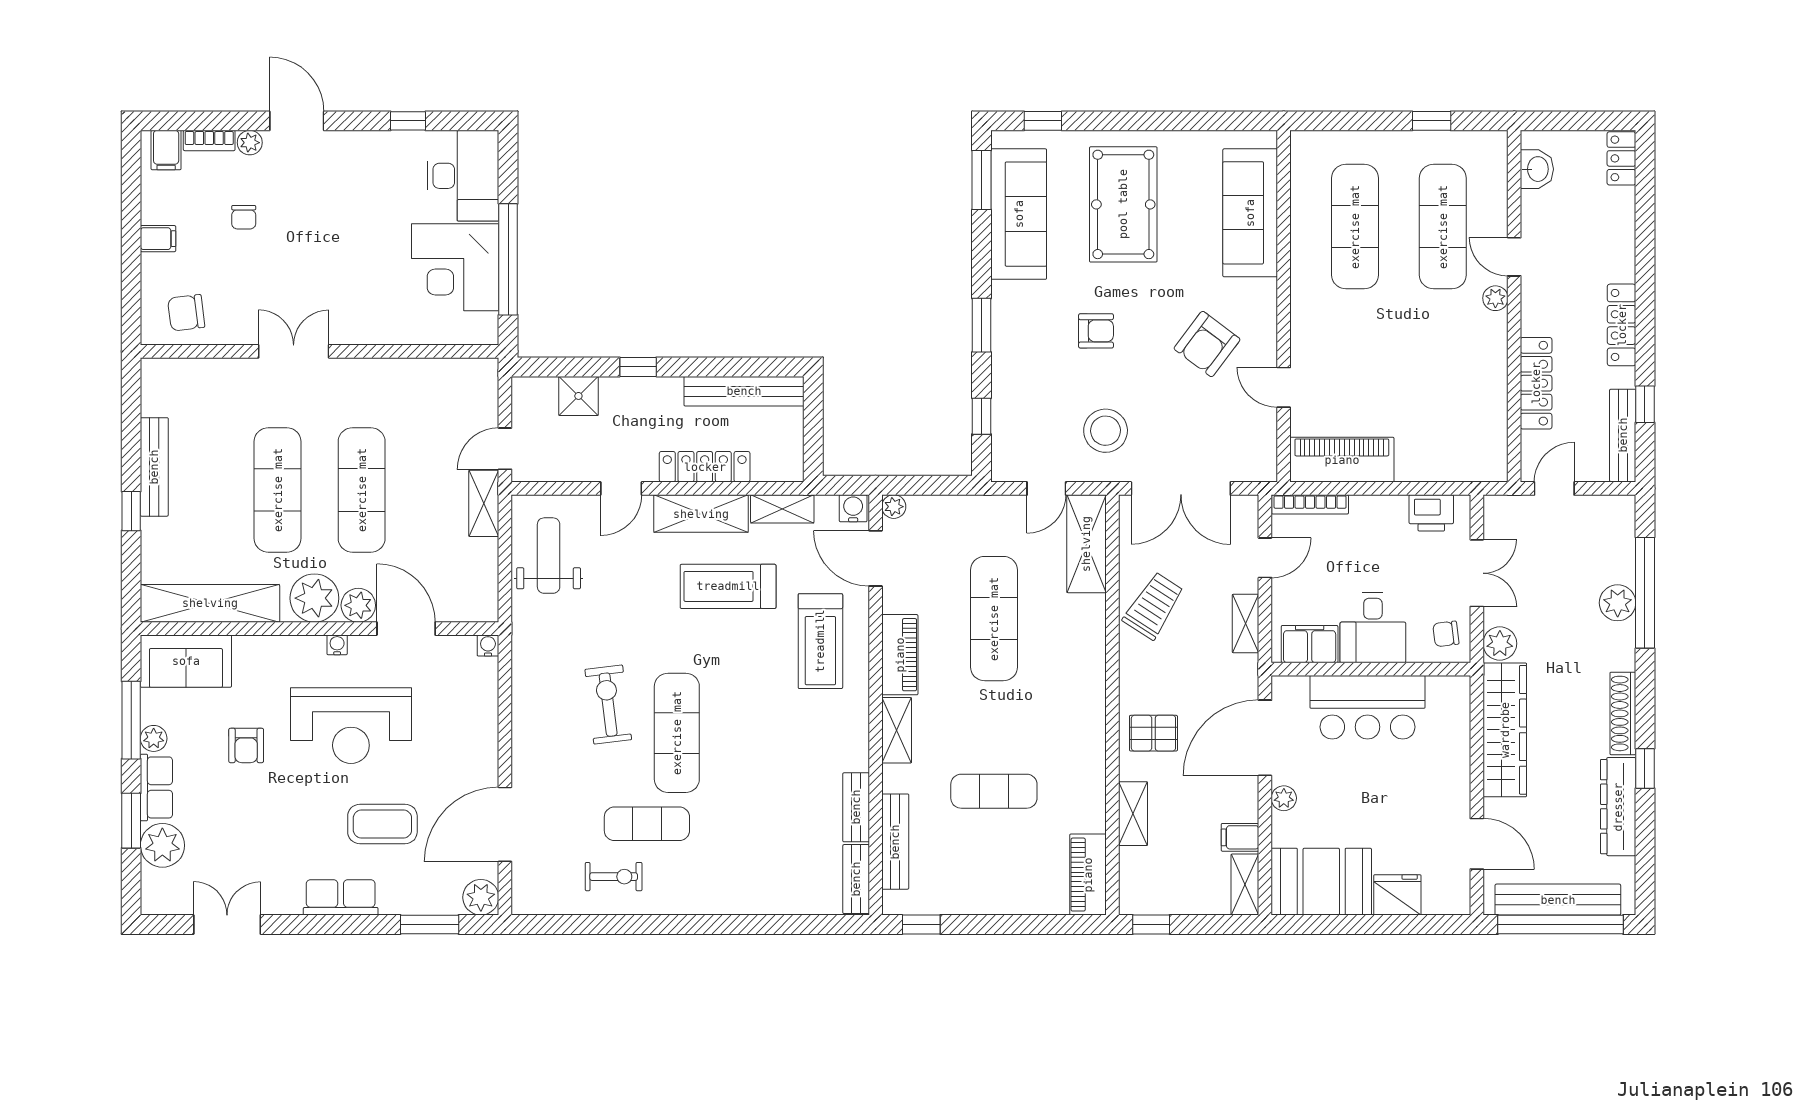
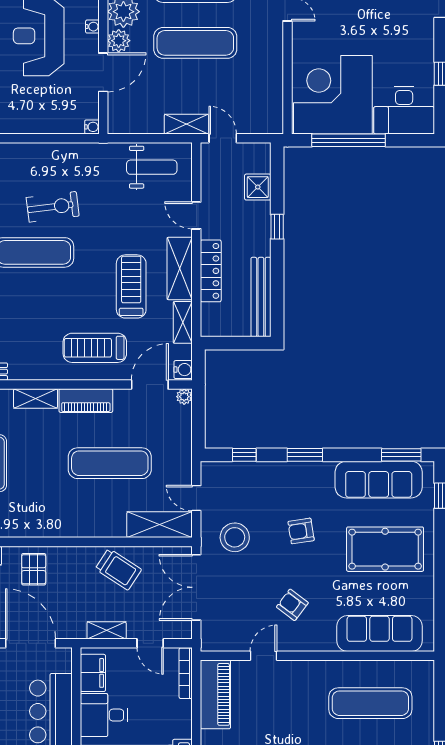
corner desk: (455, 267) -> (333, 95), width x1.36, depth x1.36
armchair: (1096, 331) -> (301, 531), turned 81
armchair: (1207, 344) -> (292, 605), width x0.72, depth x0.72

